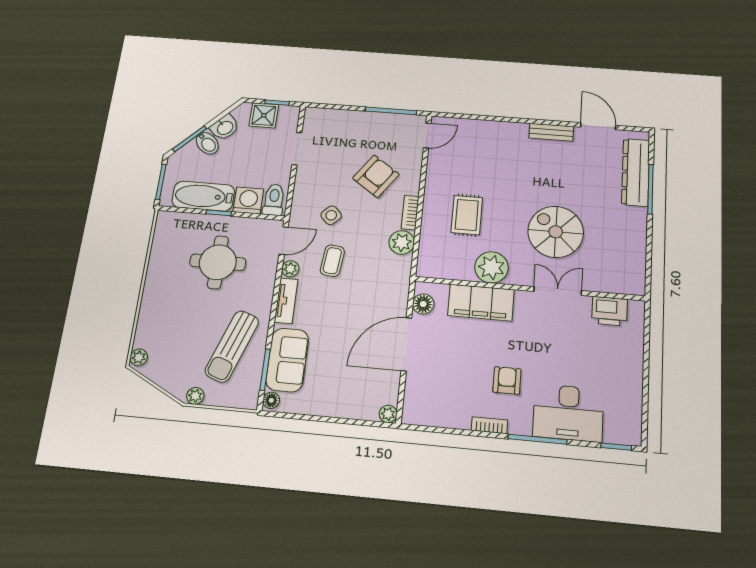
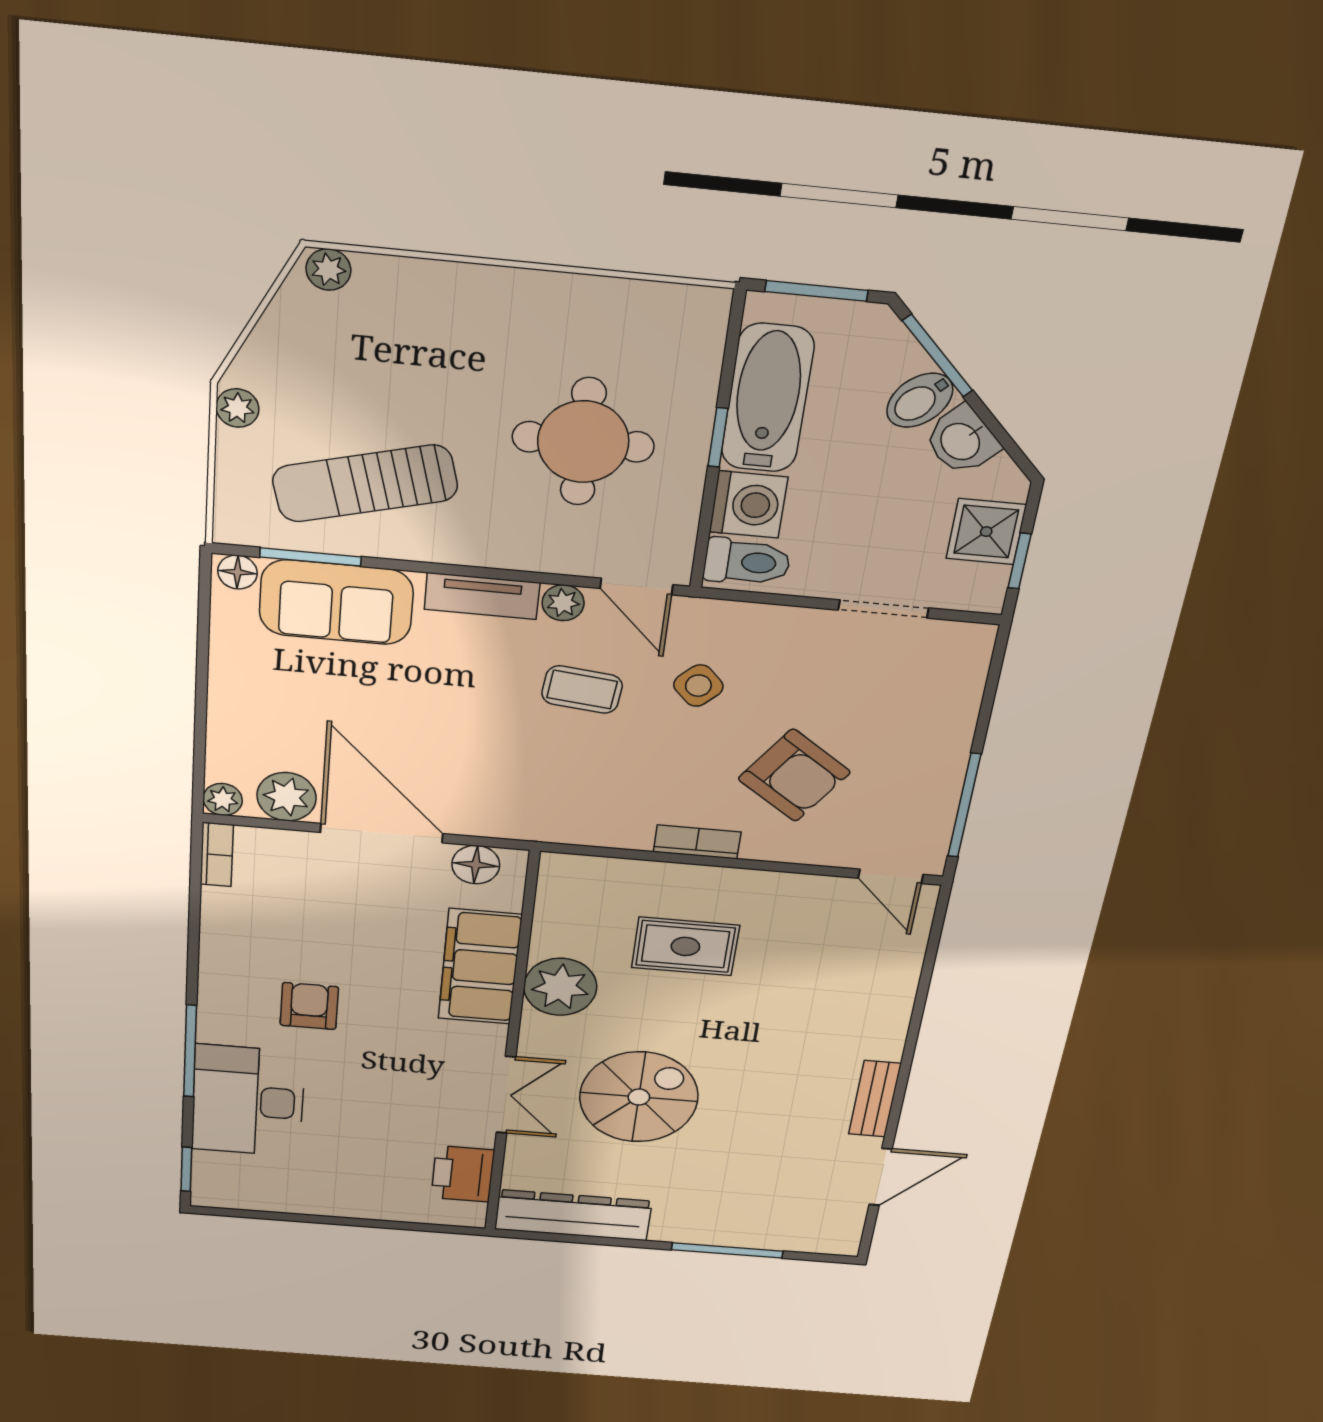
dresser: (636, 172) -> (573, 1215), moved
plant: (402, 242) -> (287, 797), moved
sun lounger: (232, 346) -> (365, 483), turned -35
armchair: (507, 380) -> (309, 1006), turned -90
bookcase: (489, 425) -> (217, 855), moved

